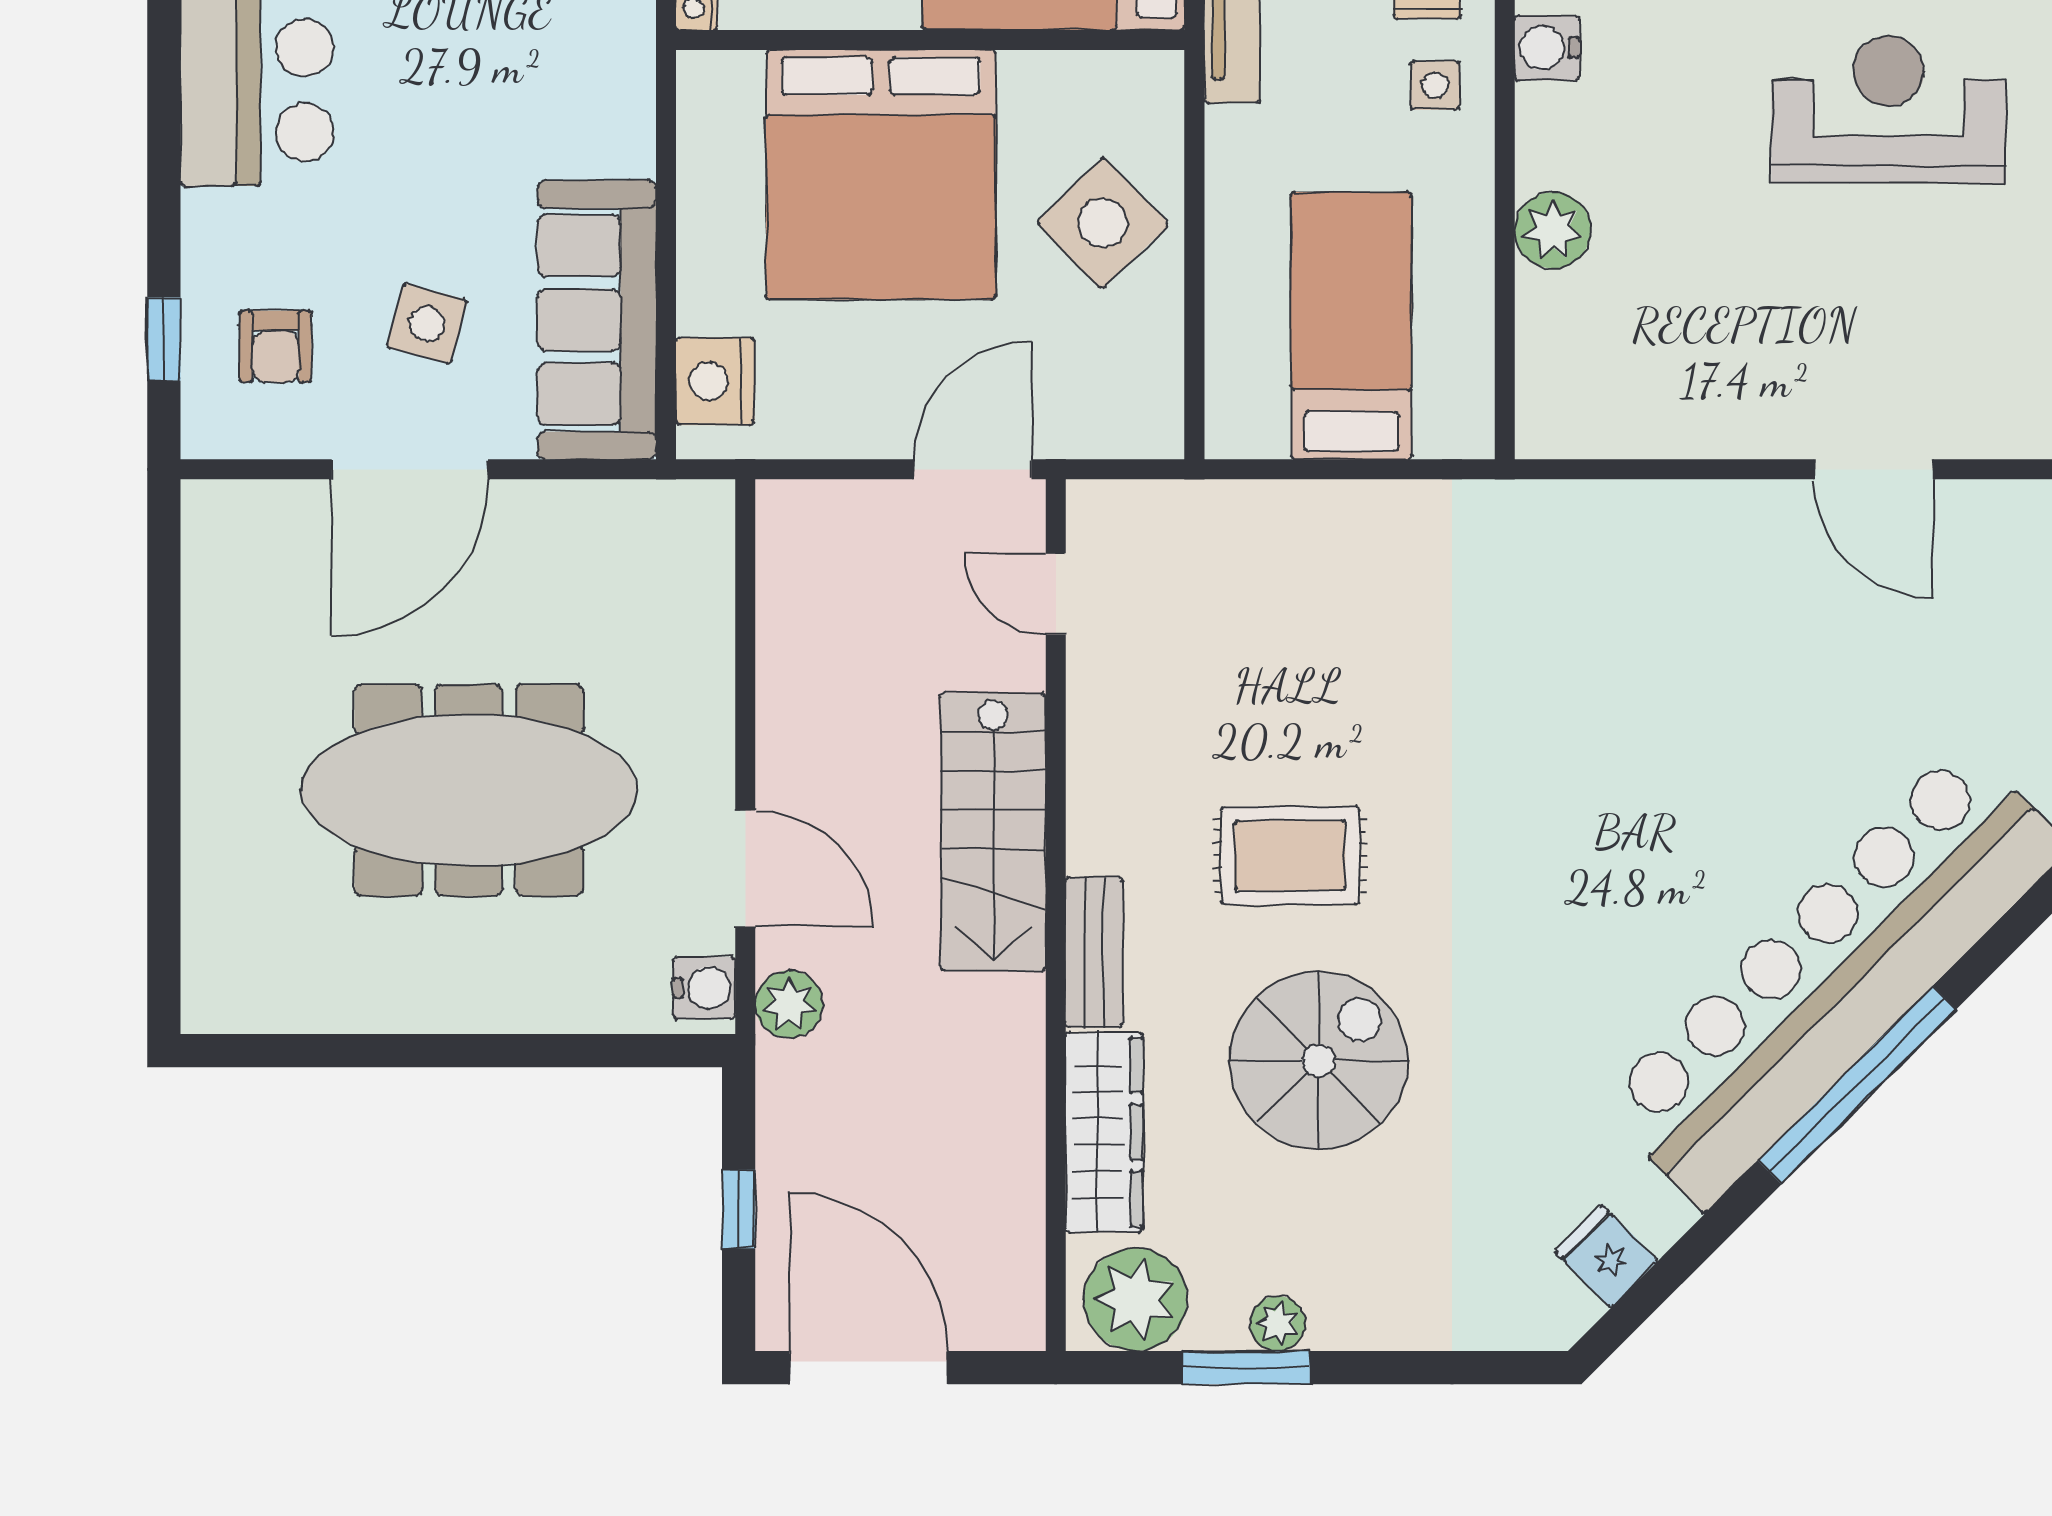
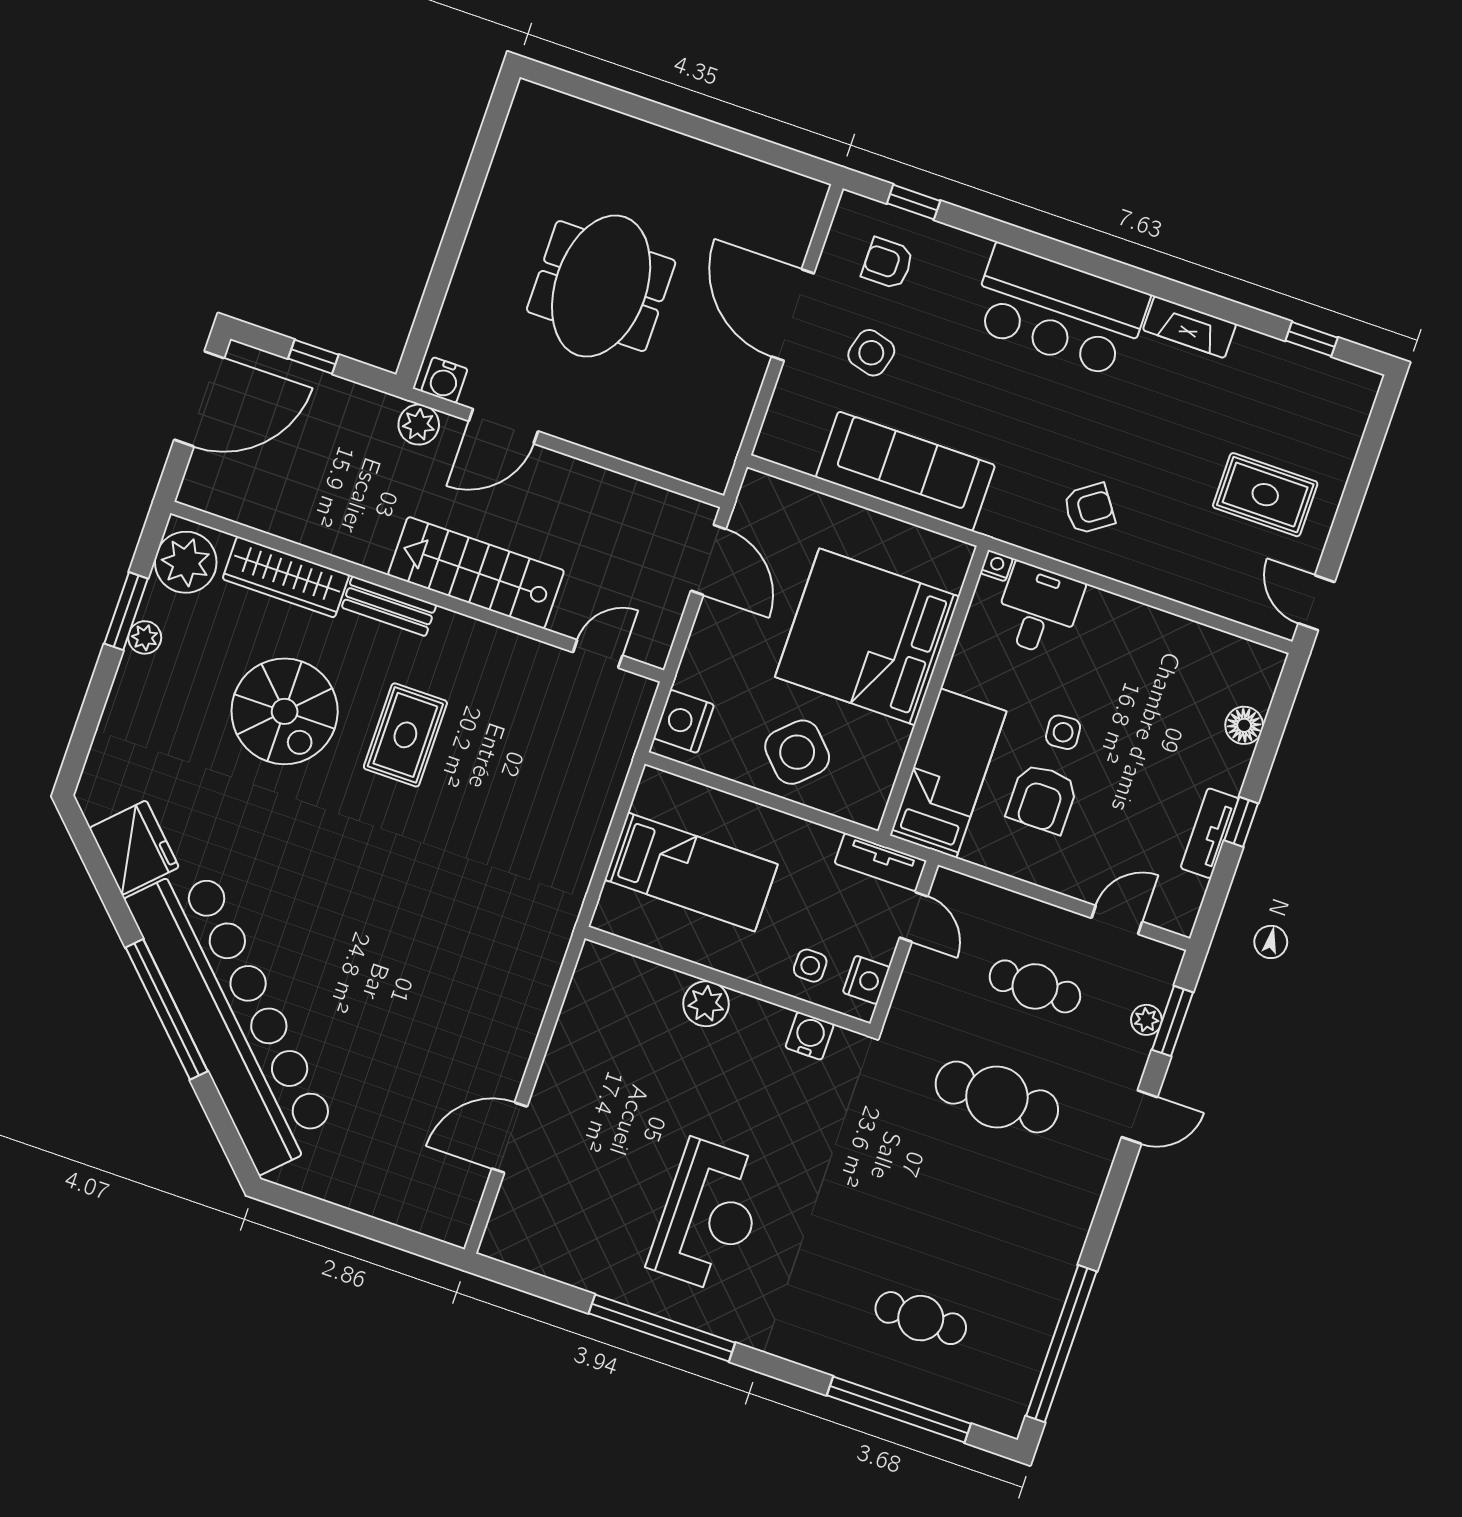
sofa: (597, 320) -> (905, 471), moved
nightstand: (715, 381) -> (684, 721), moved, turned -90
door: (973, 469) -> (708, 560), moved
meeting table: (469, 790) -> (601, 286), width x0.73
fridge: (1606, 1256) -> (134, 848), width x1.88, depth x1.34

